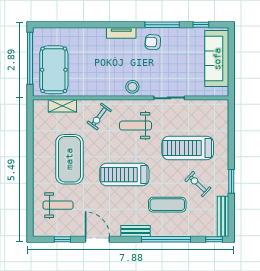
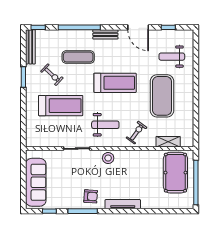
tv unit: (121, 33) -> (123, 204), width x1.41

